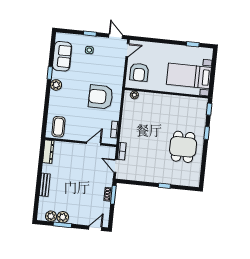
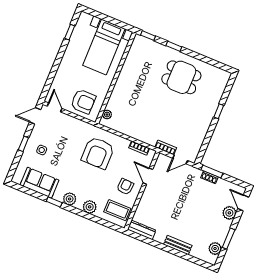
plant: (54, 103) -> (90, 207), added
armchair: (80, 127) -> (125, 187), added
plant: (63, 217) -> (229, 213), moved

